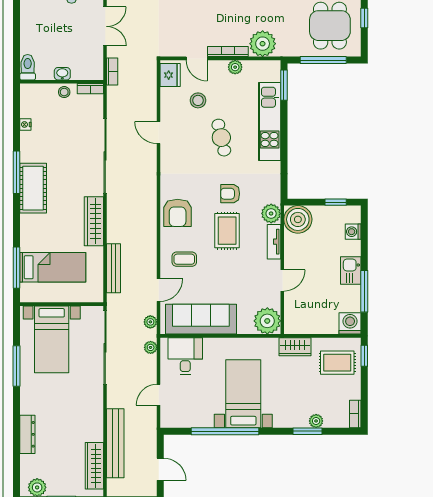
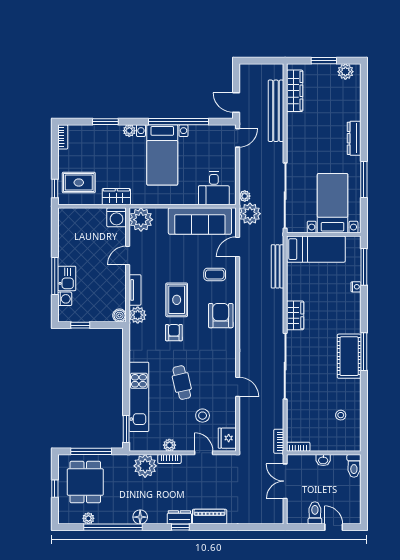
bookcase: (228, 51) -> (169, 459), width x0.64
toilet: (28, 67) -> (354, 466), moved
washbasin: (62, 74) -> (323, 460), moved
wall: (62, 82) -> (324, 453), moved
bookcase: (90, 89) -> (298, 447), moved
stool: (64, 92) -> (341, 415), moved
nightstand: (25, 124) -> (356, 287), moved
cot: (33, 188) -> (349, 356), moved
armchair: (230, 194) -> (174, 333), turned -90
boiler: (298, 219) -> (119, 315), width x0.54, depth x0.54
wardrobe: (94, 221) -> (295, 315), width x0.67
bed: (53, 267) -> (316, 249), moved, turned 180
kitchen sink: (351, 271) -> (67, 278), moved
window: (364, 291) -> (55, 276), moved
plant: (150, 322) -> (250, 214), width x1.88, depth x1.88
washing machine: (350, 323) -> (117, 217), moved
door: (159, 395) -> (238, 138), moved
plant: (316, 421) -> (129, 131), moved
dresser: (27, 434) -> (354, 138), moved
door: (160, 469) -> (236, 102), moved

